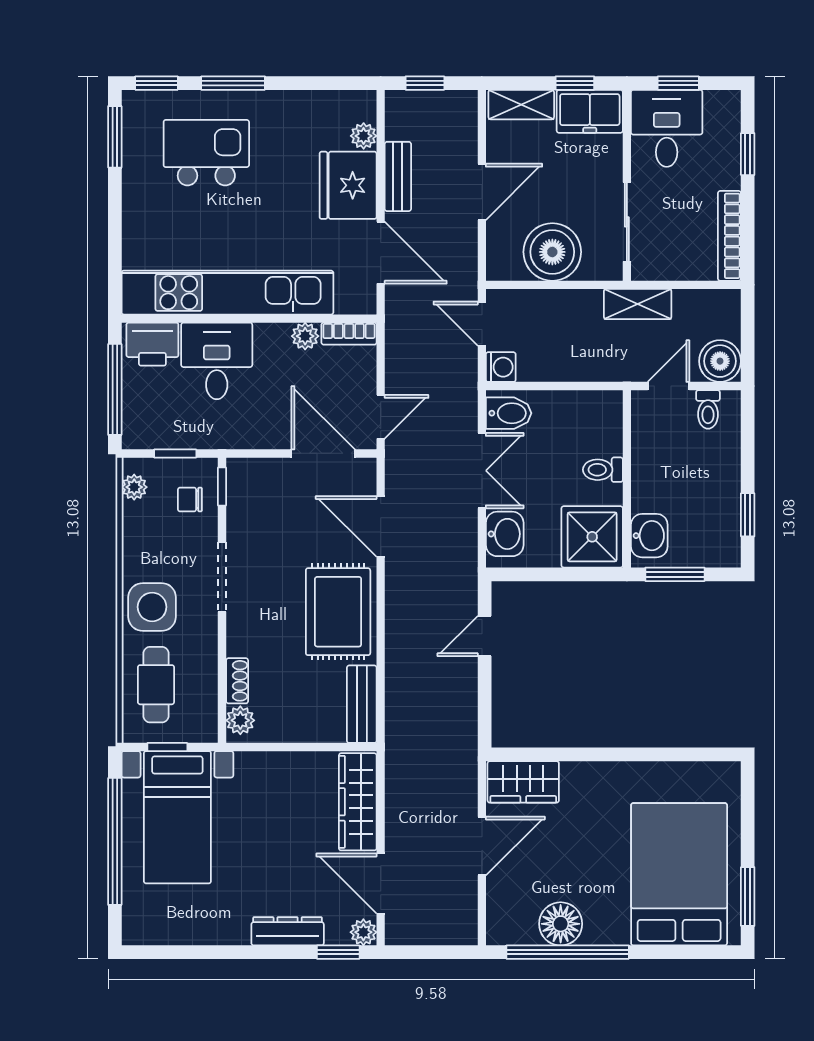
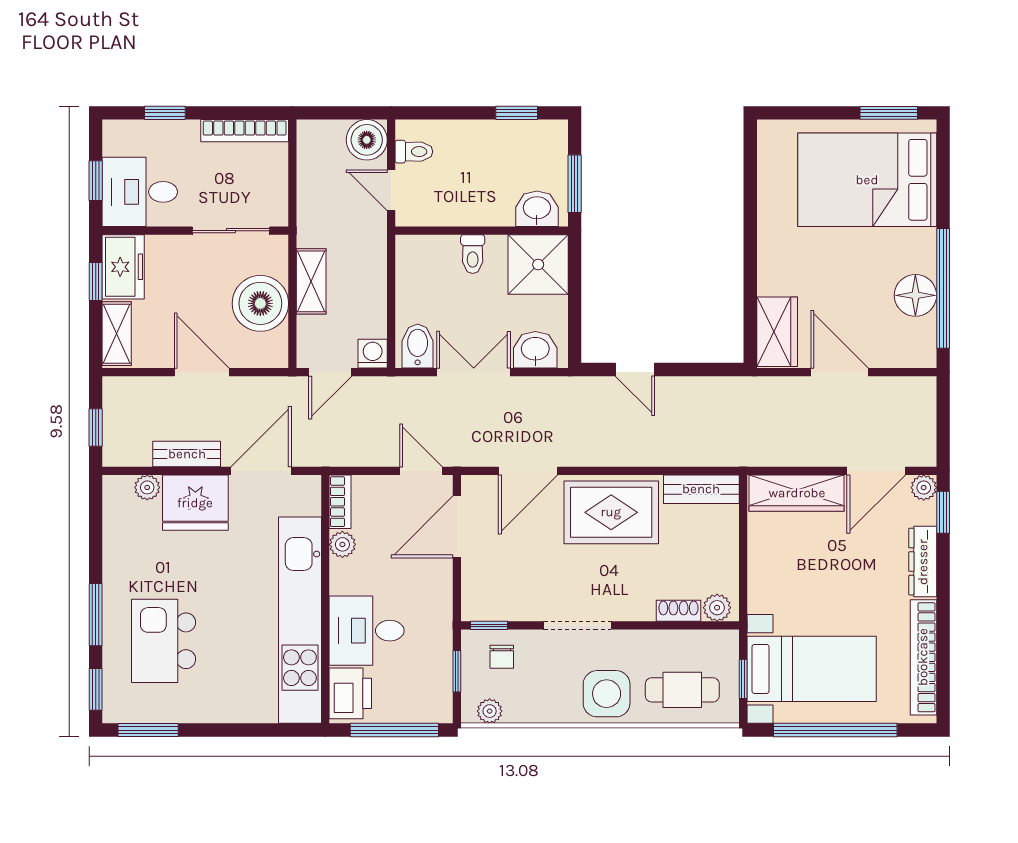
shelving: (638, 304) -> (311, 281), moved
bookcase: (189, 932) -> (923, 657), added

